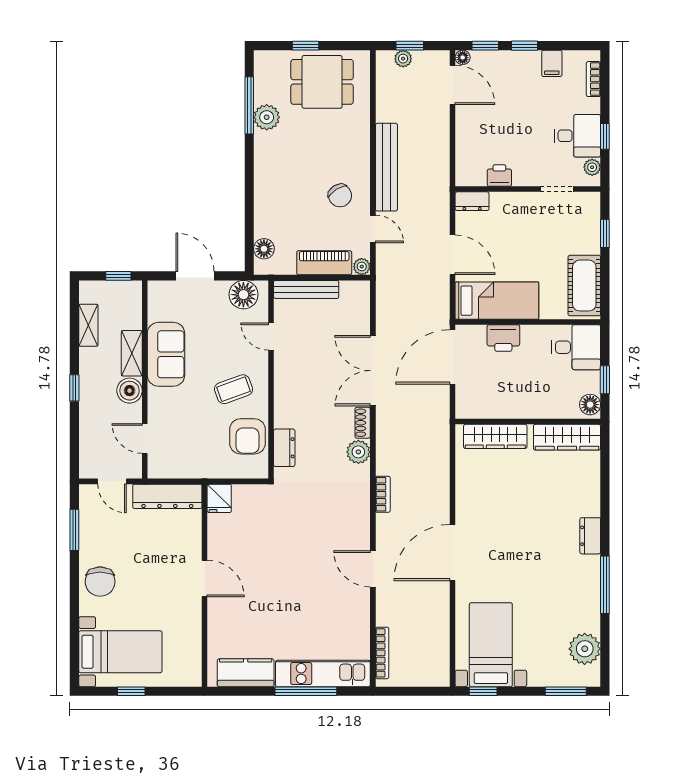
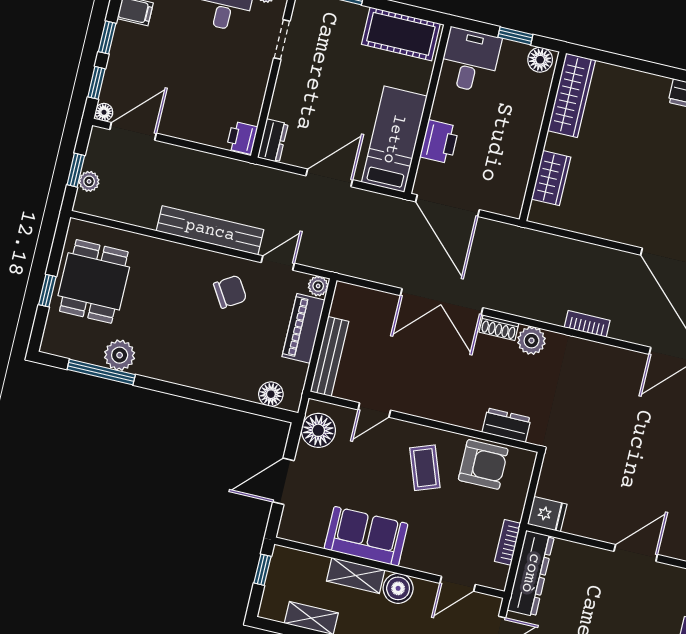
printer: (499, 175) -> (242, 138), moved
wardrobe: (495, 436) -> (551, 178), width x0.67
bookcase: (188, 471) -> (508, 542), added

